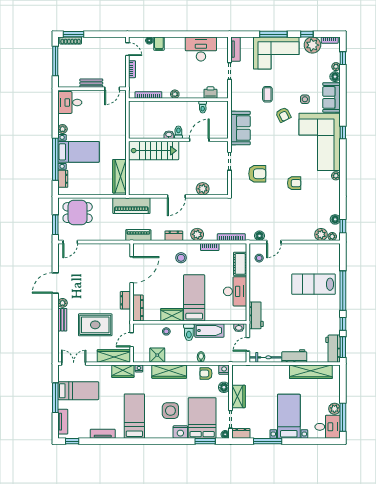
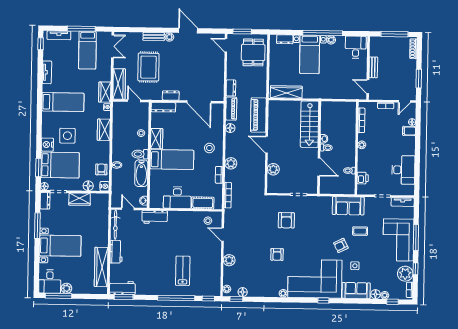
window: (74, 34) -> (419, 79), moved
sofa: (241, 128) -> (348, 206), moved
window: (55, 159) -> (323, 33), moved
piano: (131, 206) -> (258, 115), moved
plant: (321, 234) -> (229, 260), moved
dresser: (174, 236) -> (231, 88), moved
floor lamp: (259, 236) -> (230, 128), moved
lab bench: (314, 284) -> (183, 271), width x0.73, depth x0.72
window: (343, 324) -> (208, 299), moved
shower: (157, 355) -> (119, 124), removed
wardrobe: (169, 372) -> (104, 130), width x0.67

